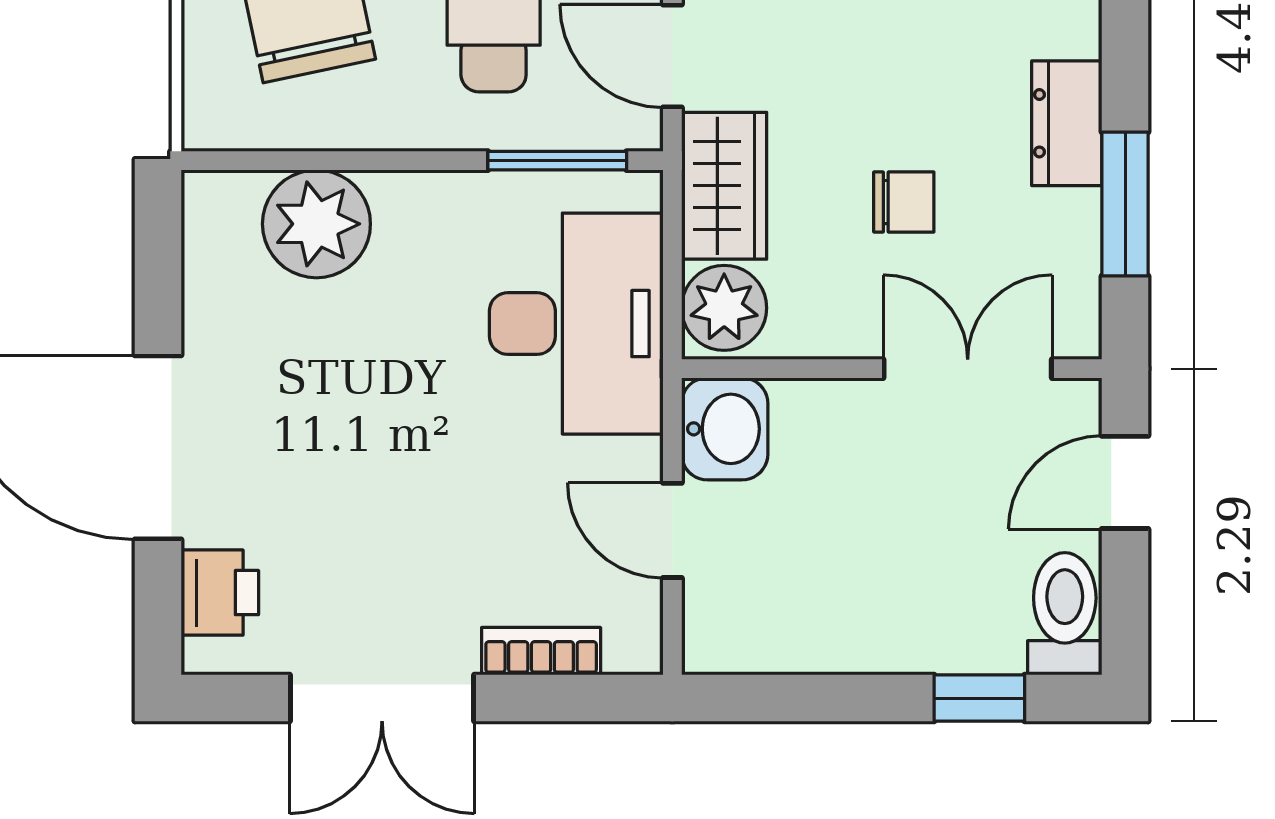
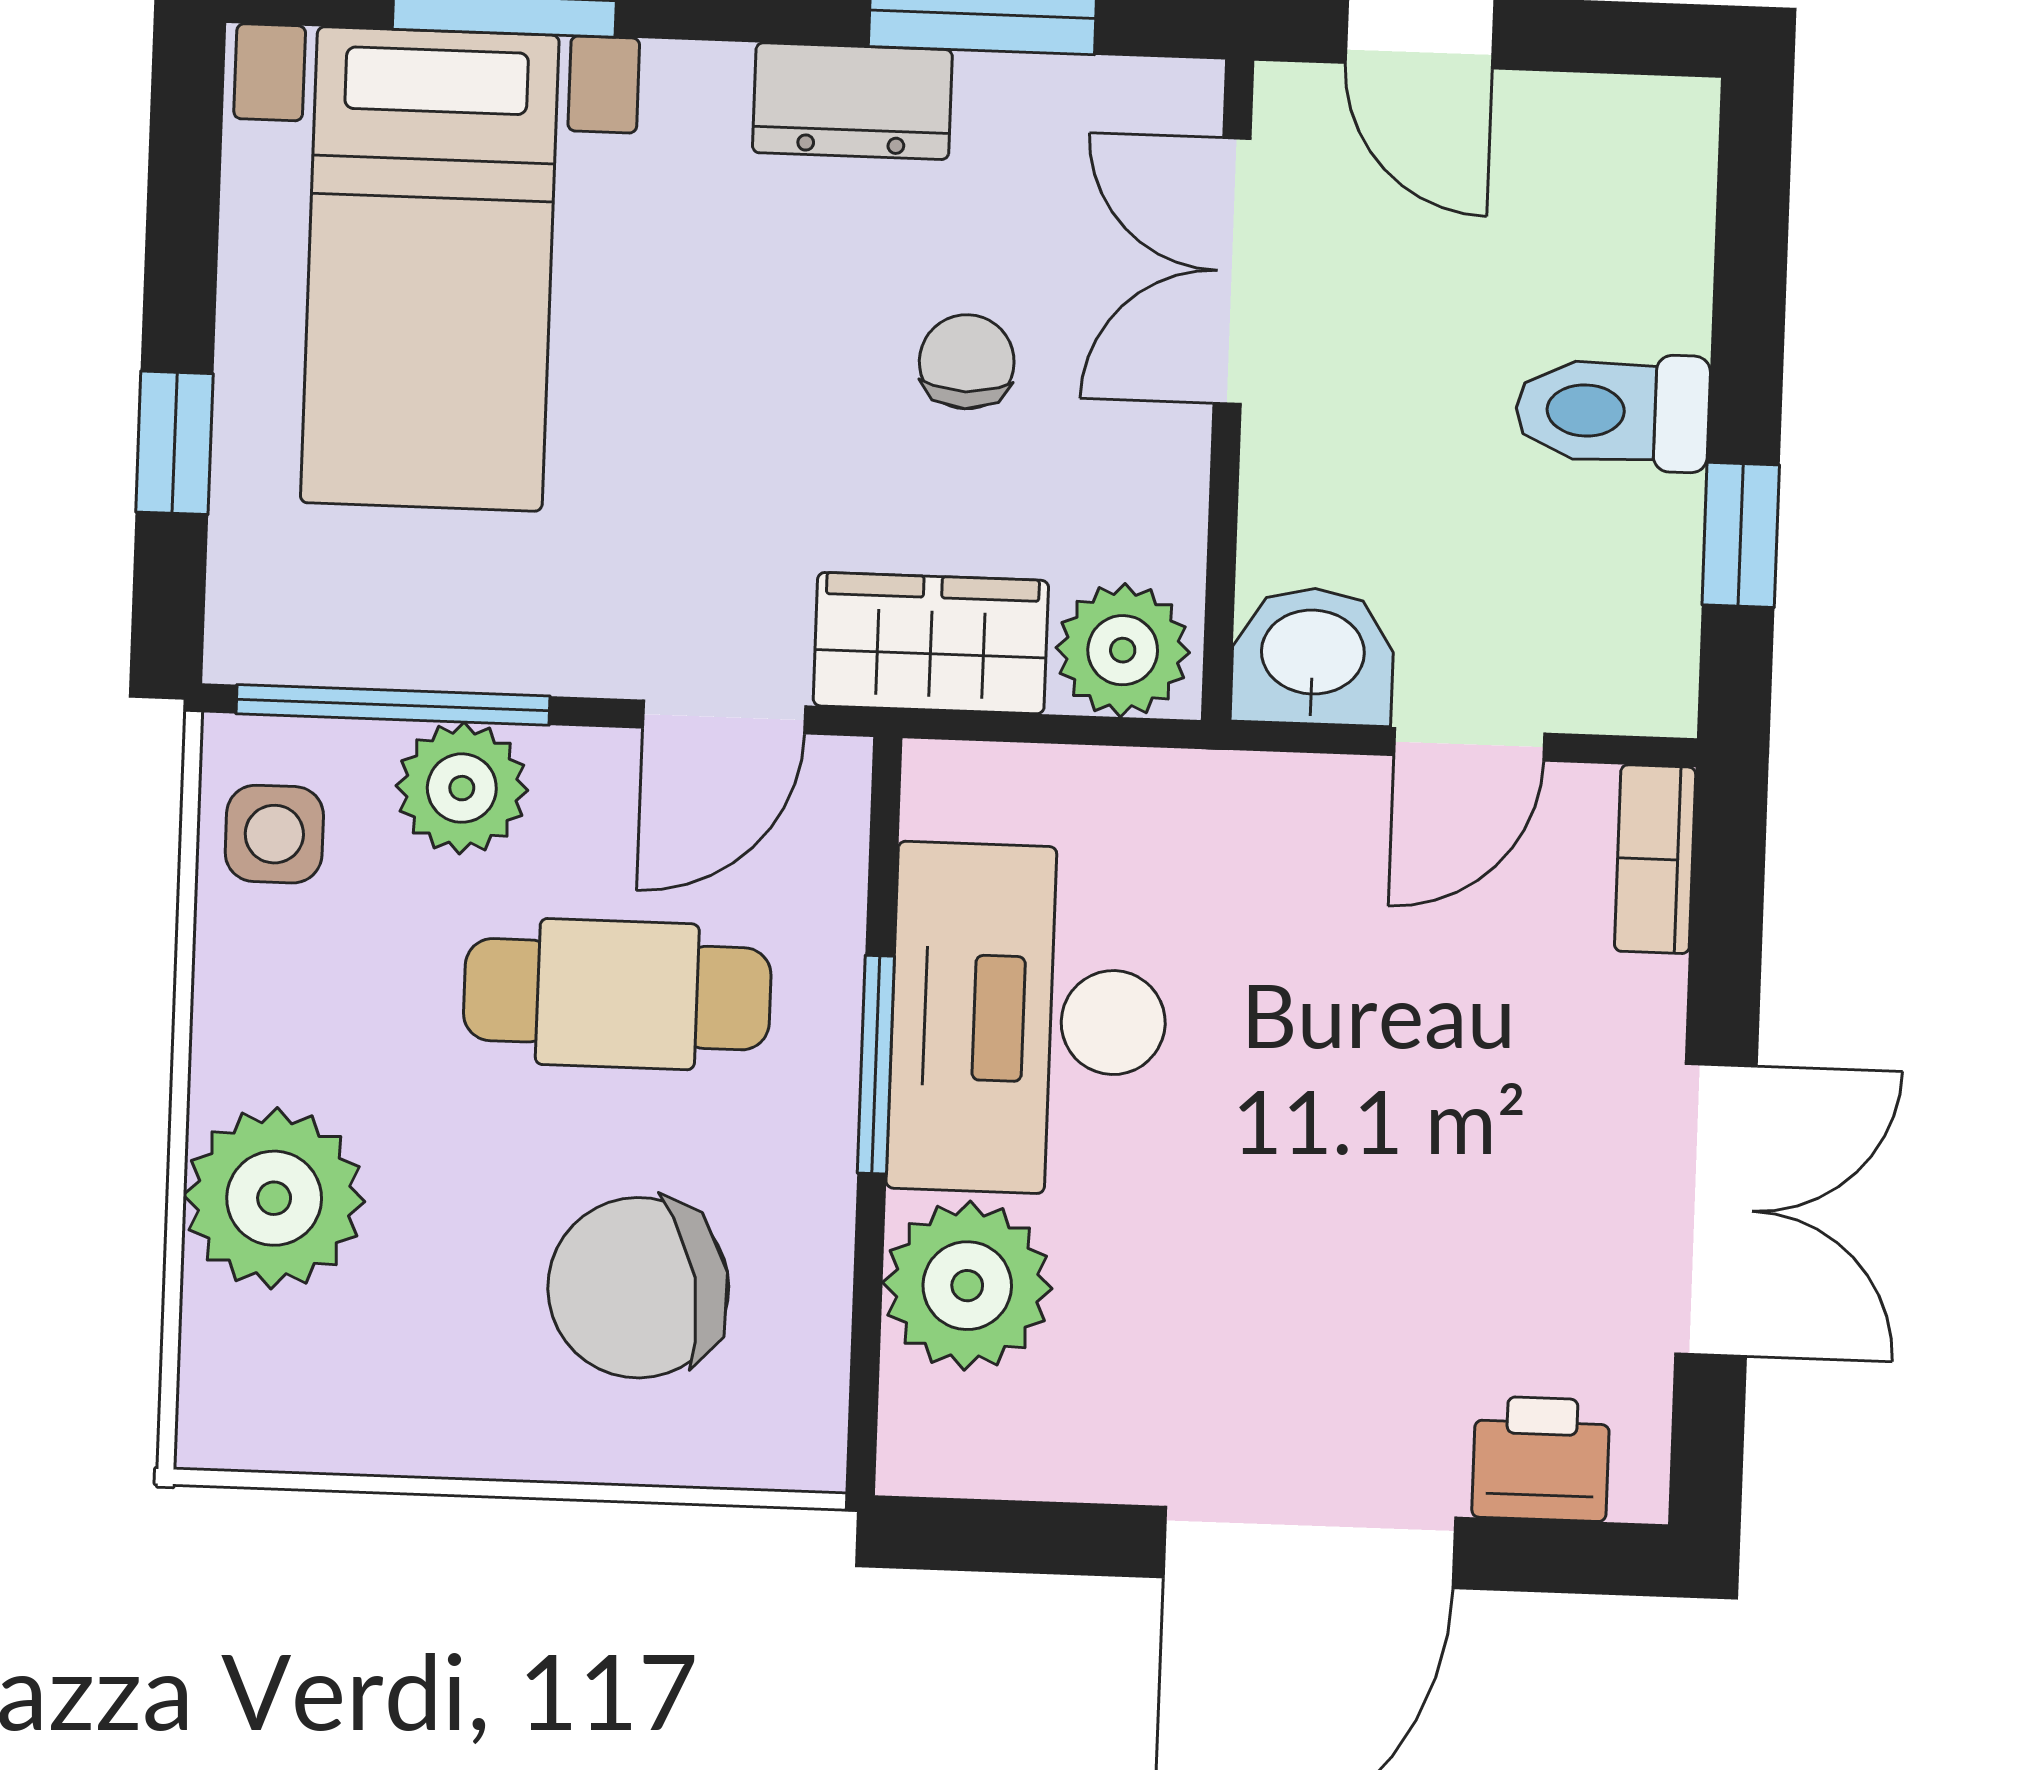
window: (557, 161) -> (876, 1065), moved
desk: (576, 324) -> (1029, 1019), moved, turned -90
toilet: (1065, 614) -> (1613, 411), moved
bookcase: (541, 651) -> (1655, 859), moved
window: (979, 698) -> (1741, 535), moved

